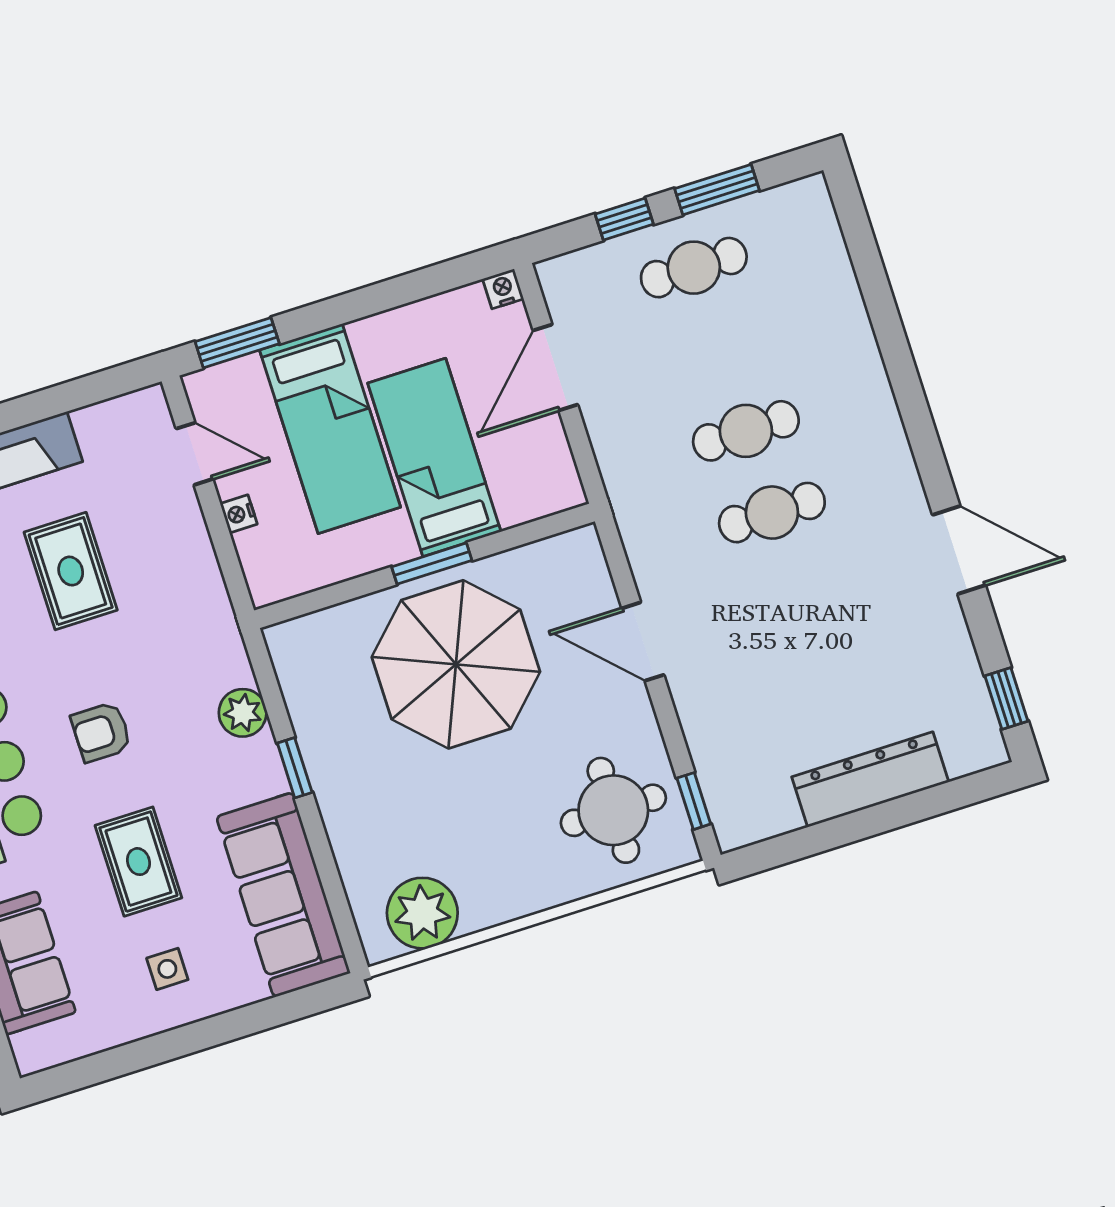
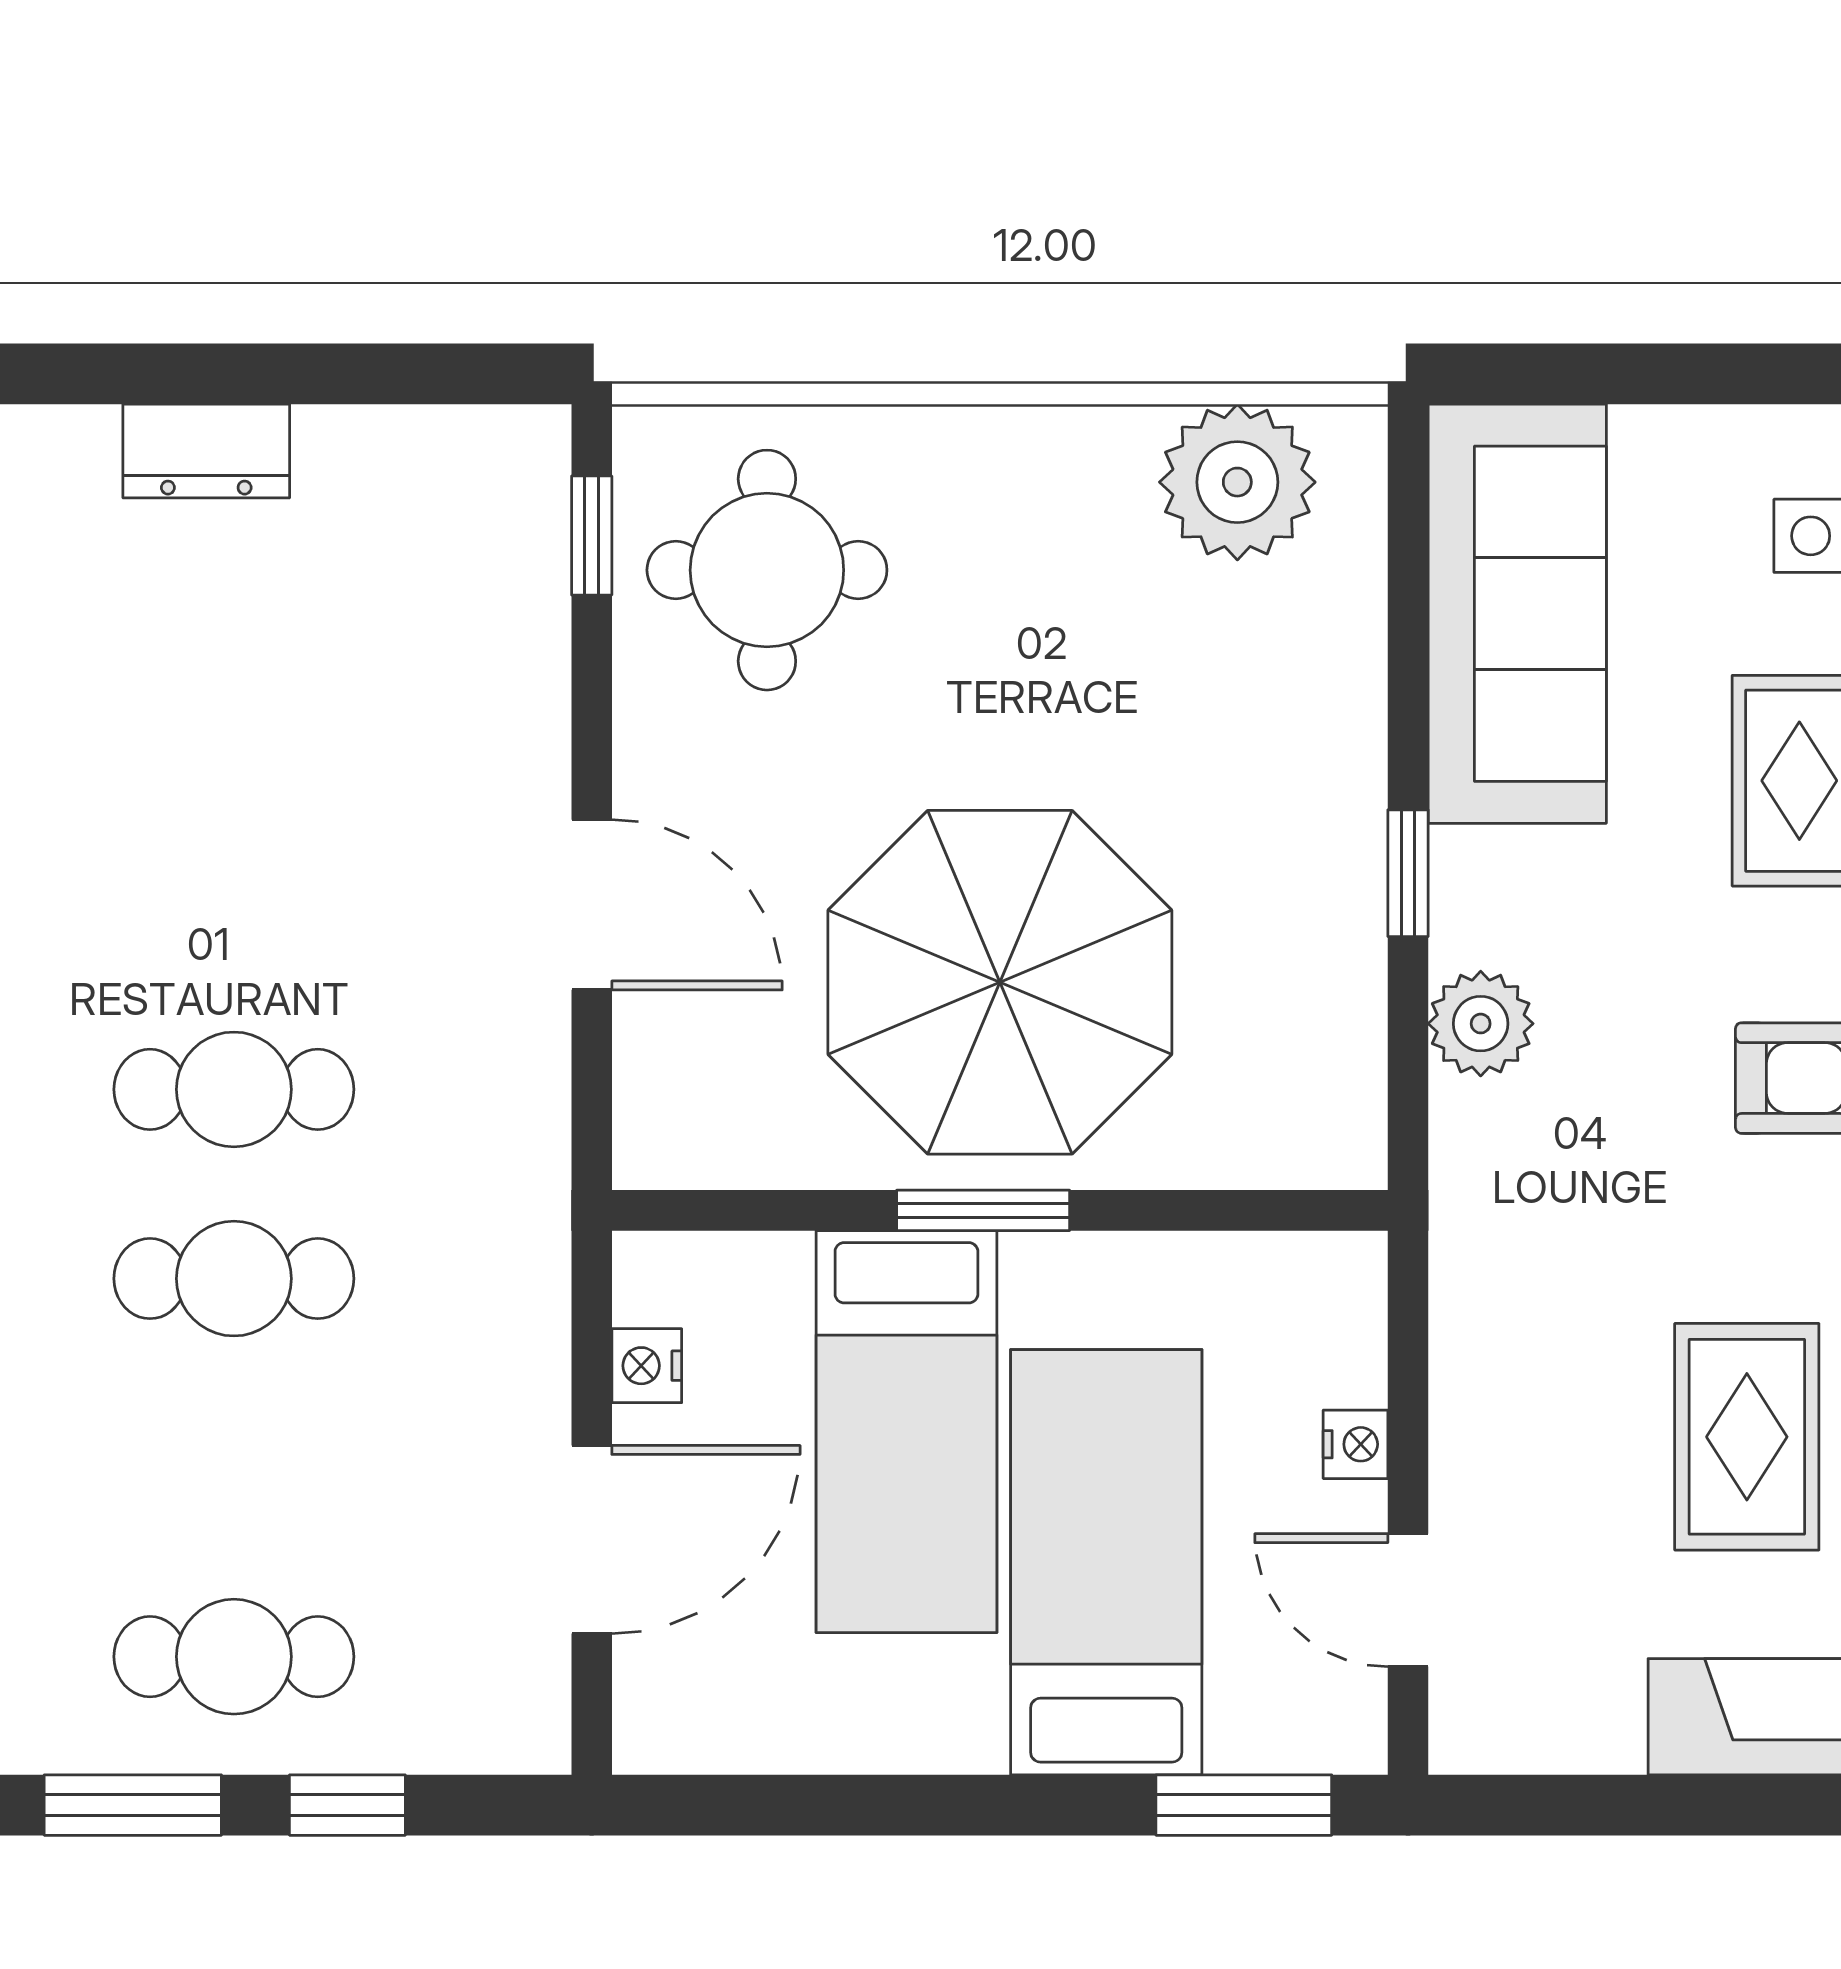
nightstand: (503, 289) -> (647, 1366), moved, turned 90
dresser: (870, 779) -> (206, 451), width x0.51, depth x0.80

